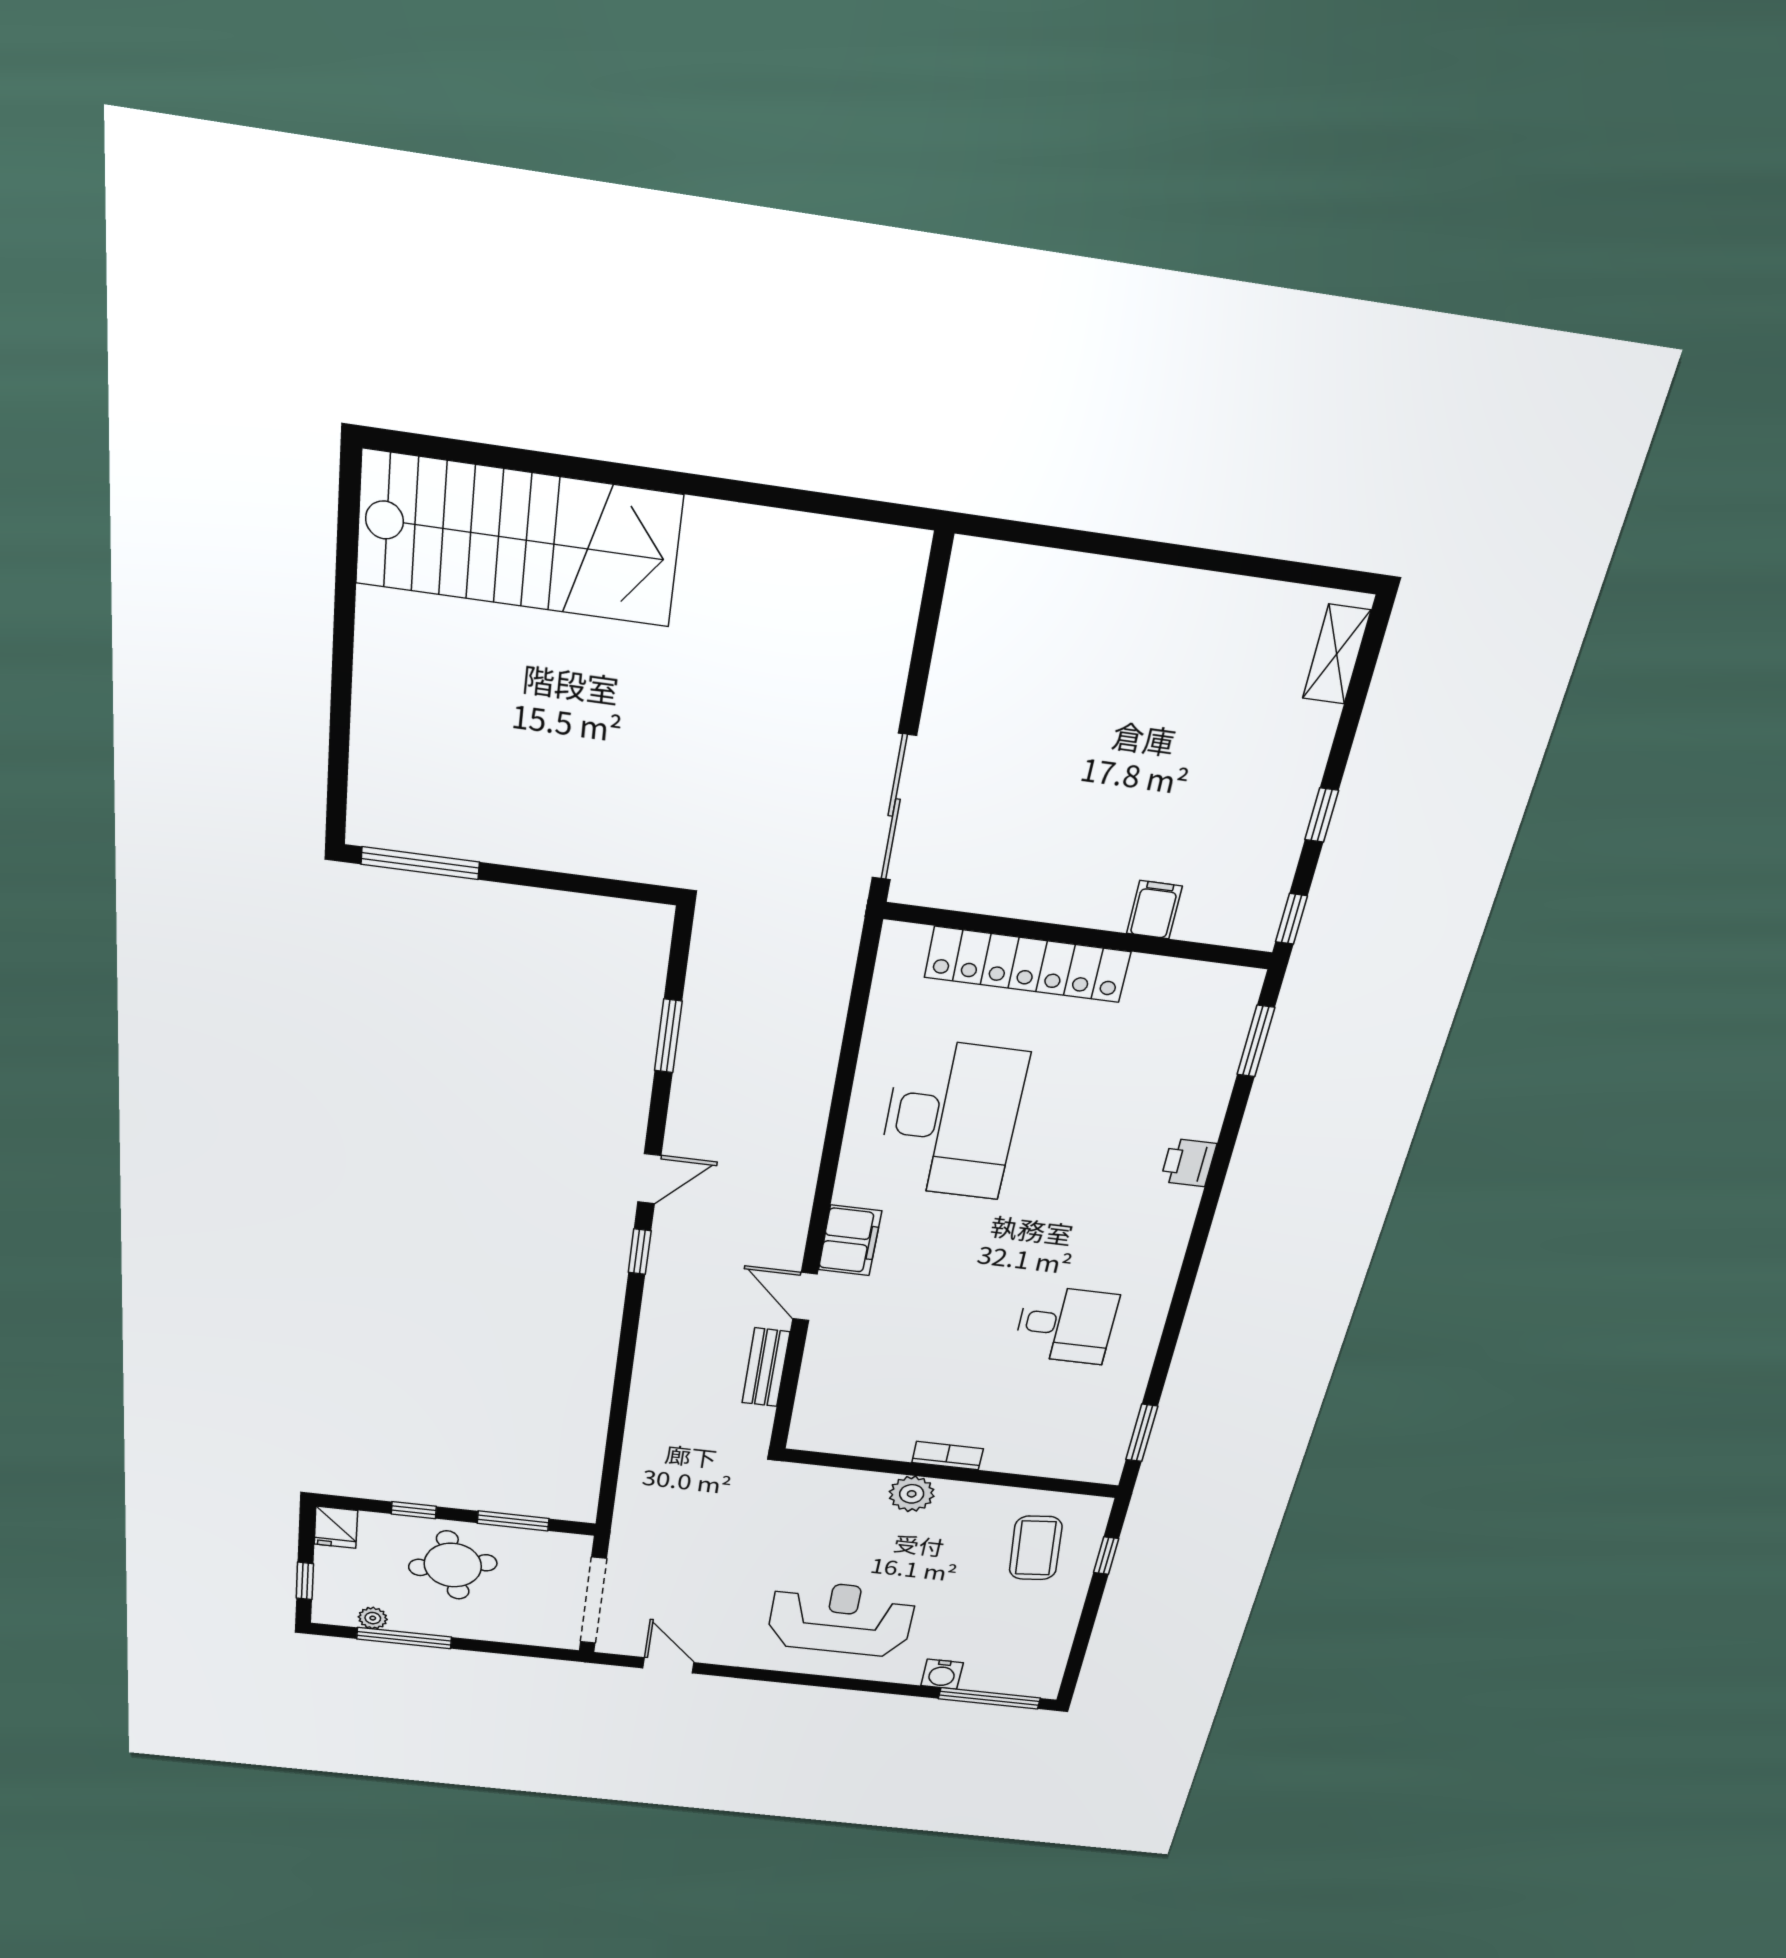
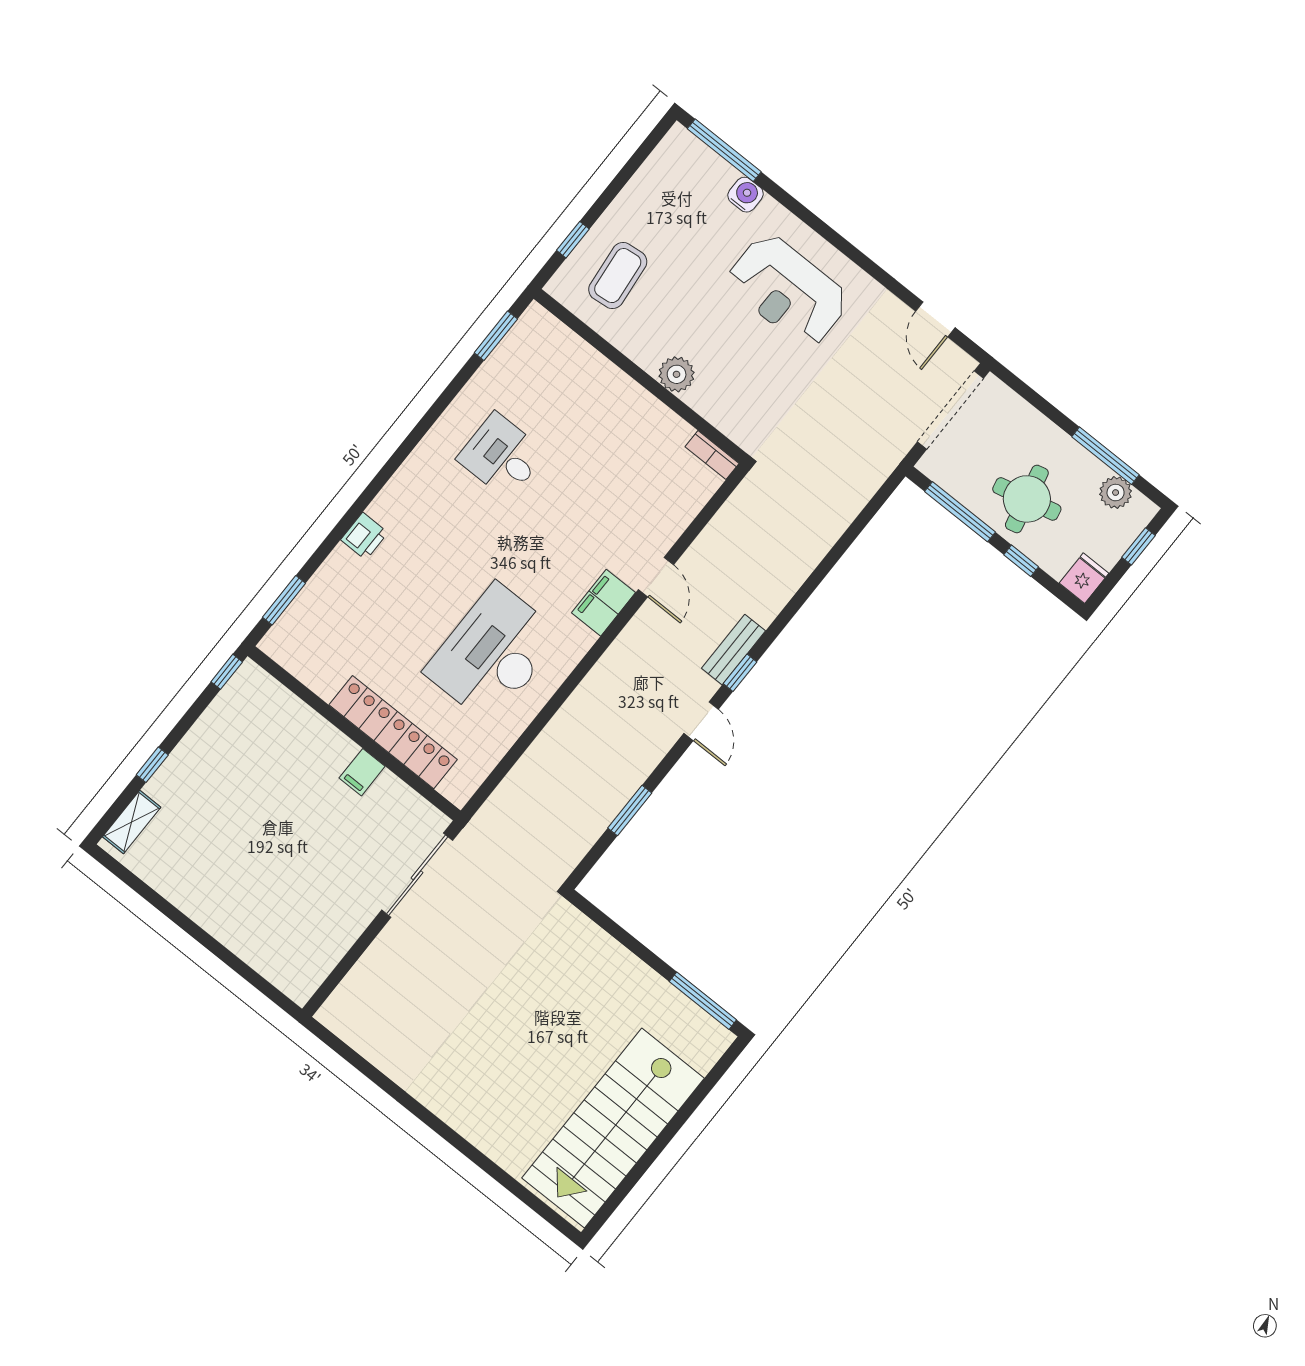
stairs: (518, 539) -> (613, 1128), moved, turned -90
window: (1322, 815) -> (152, 765), moved
filing cabinet: (1154, 910) -> (362, 772), moved
door: (649, 1179) -> (701, 721), swing flipped
bench: (766, 1367) -> (733, 650), moved
bookcase: (948, 1456) -> (712, 455), moved
window: (513, 1521) -> (960, 512), width x1.44
plant: (373, 1618) -> (1116, 493), width x1.38, depth x1.38

